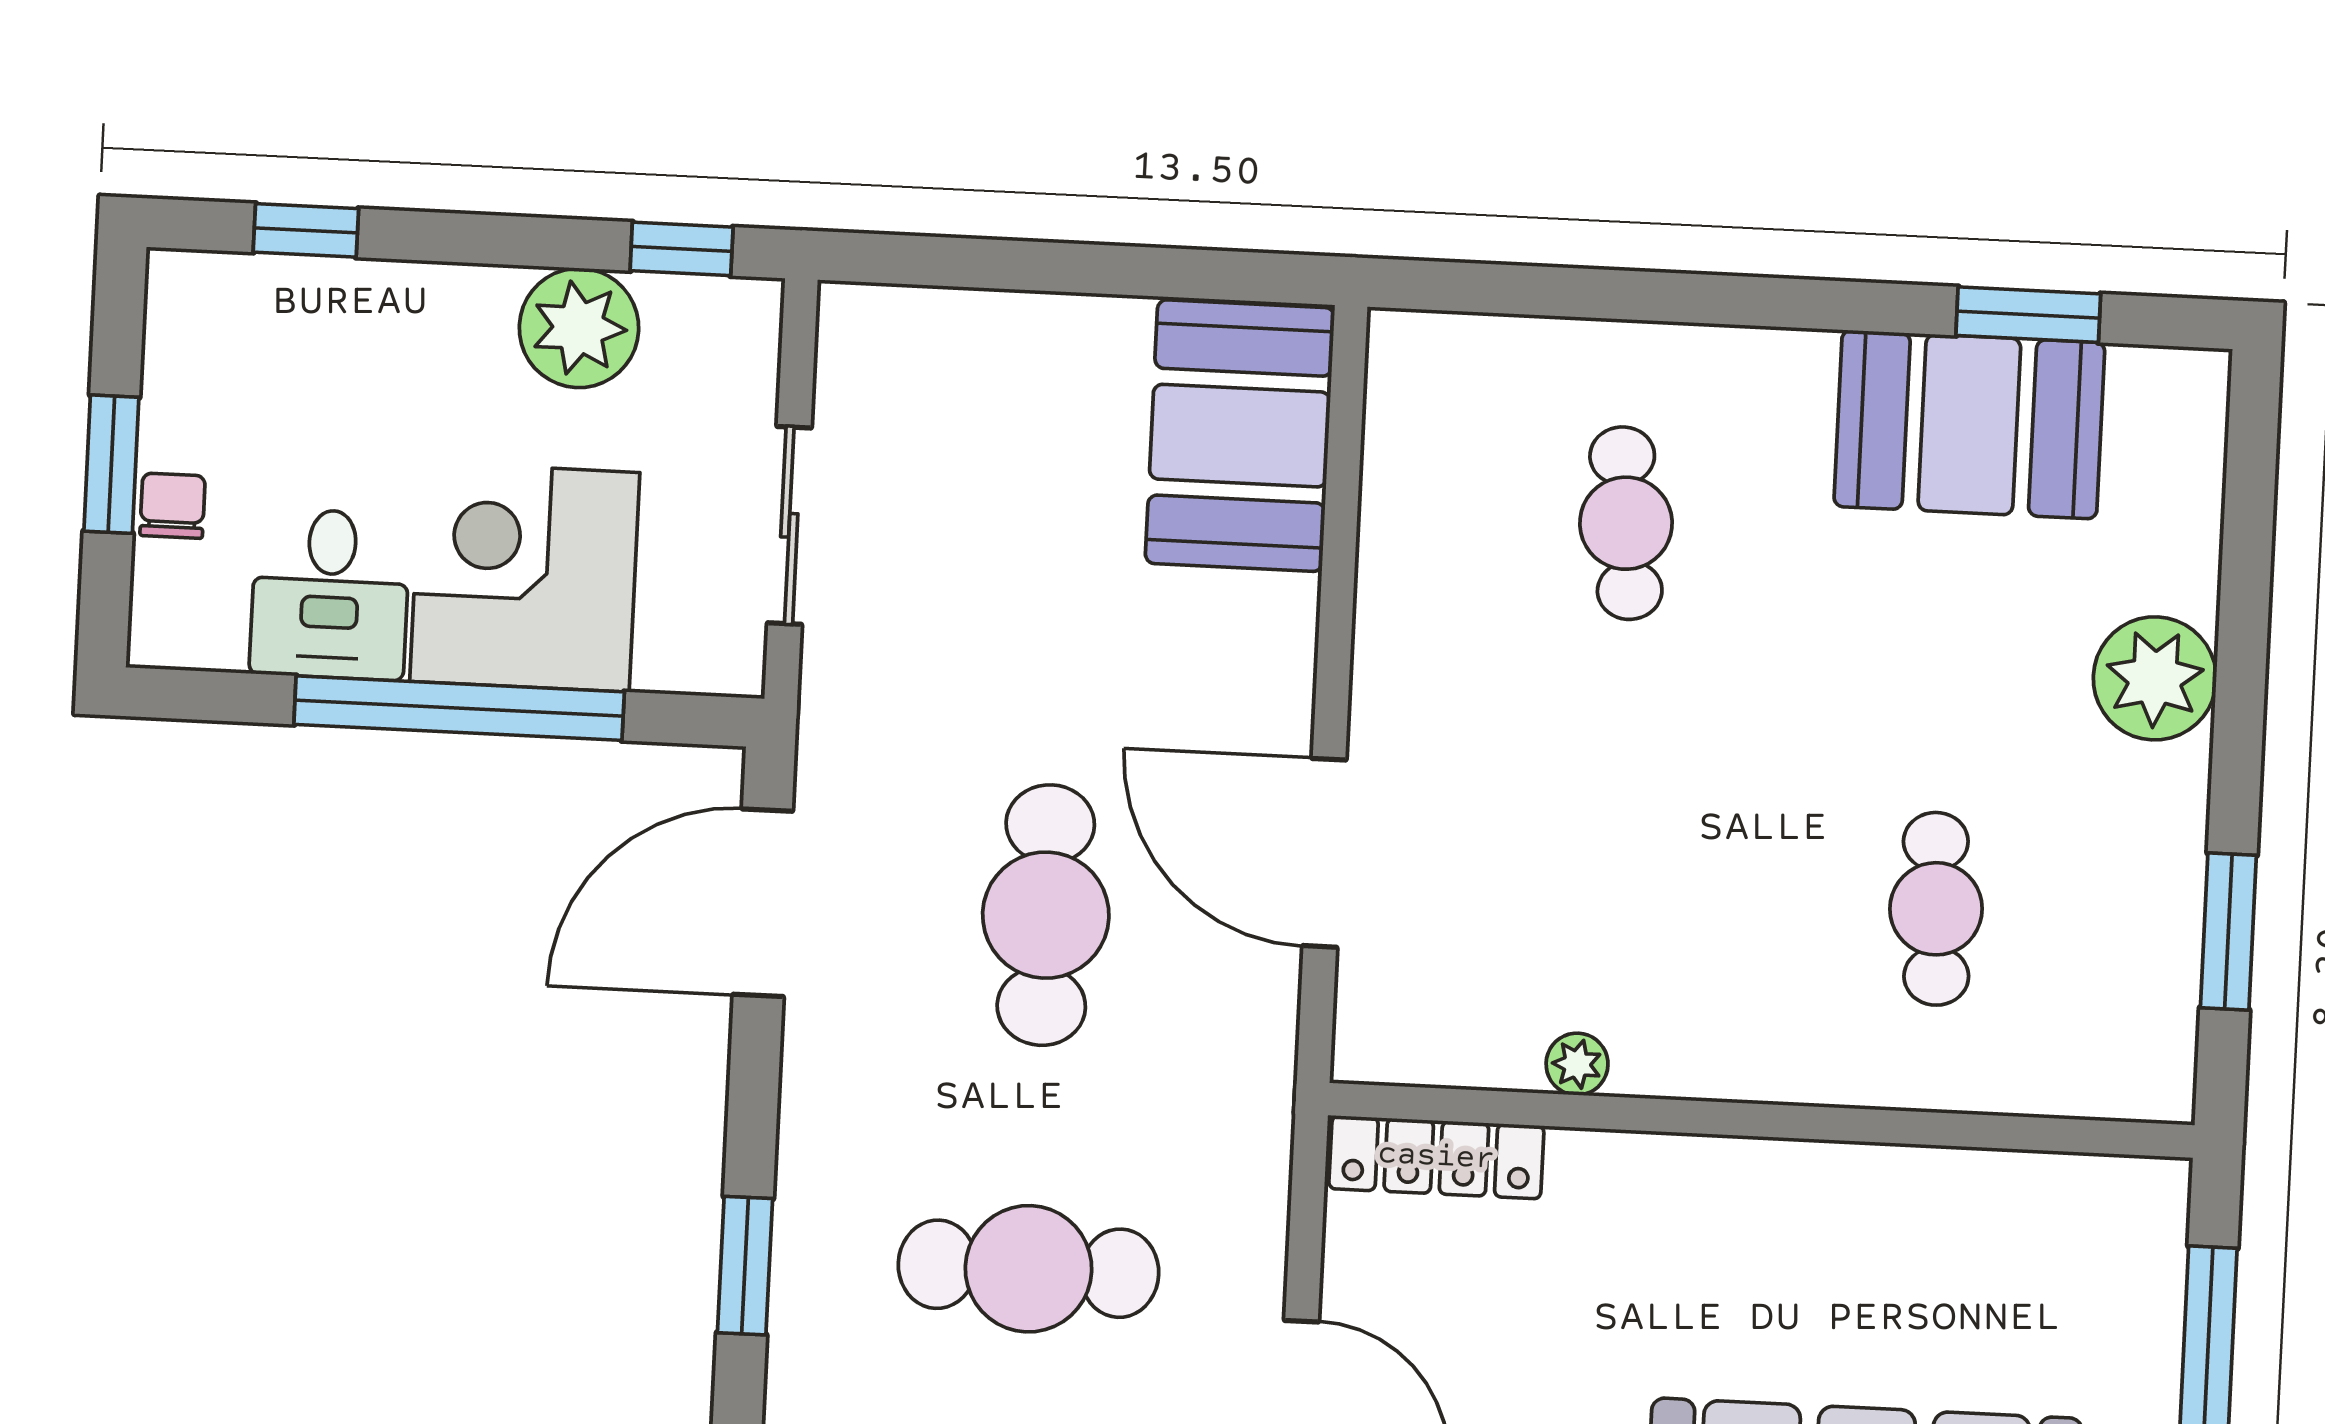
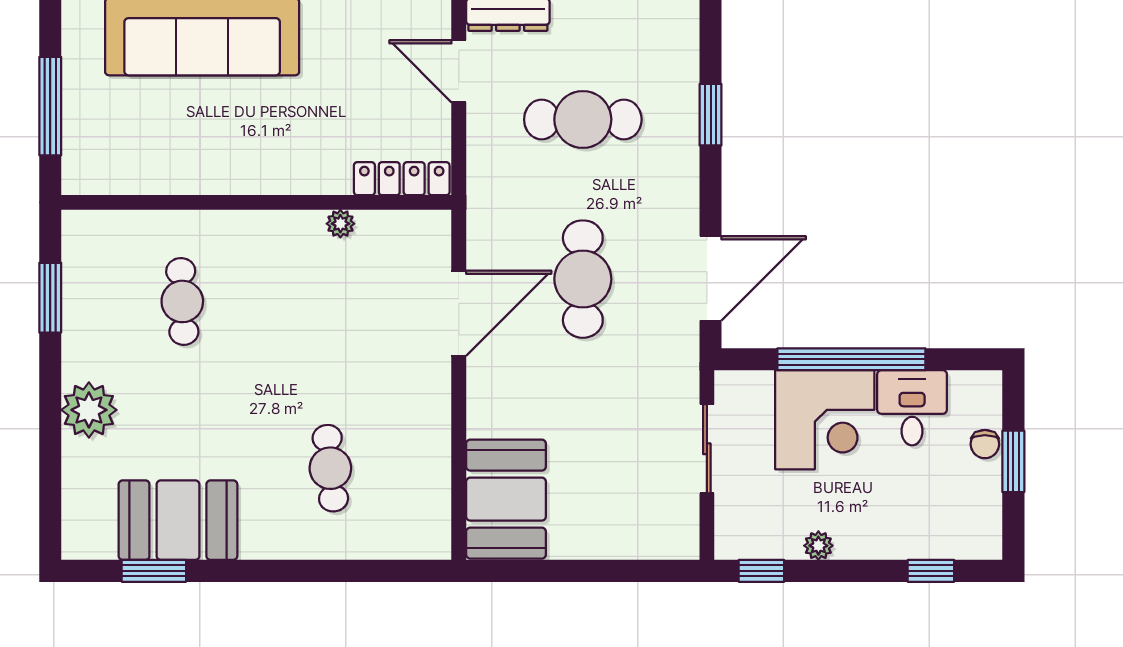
plant: (579, 328) -> (818, 546), width x0.53, depth x0.53
door: (1324, 853) -> (459, 313), hinge flipped

